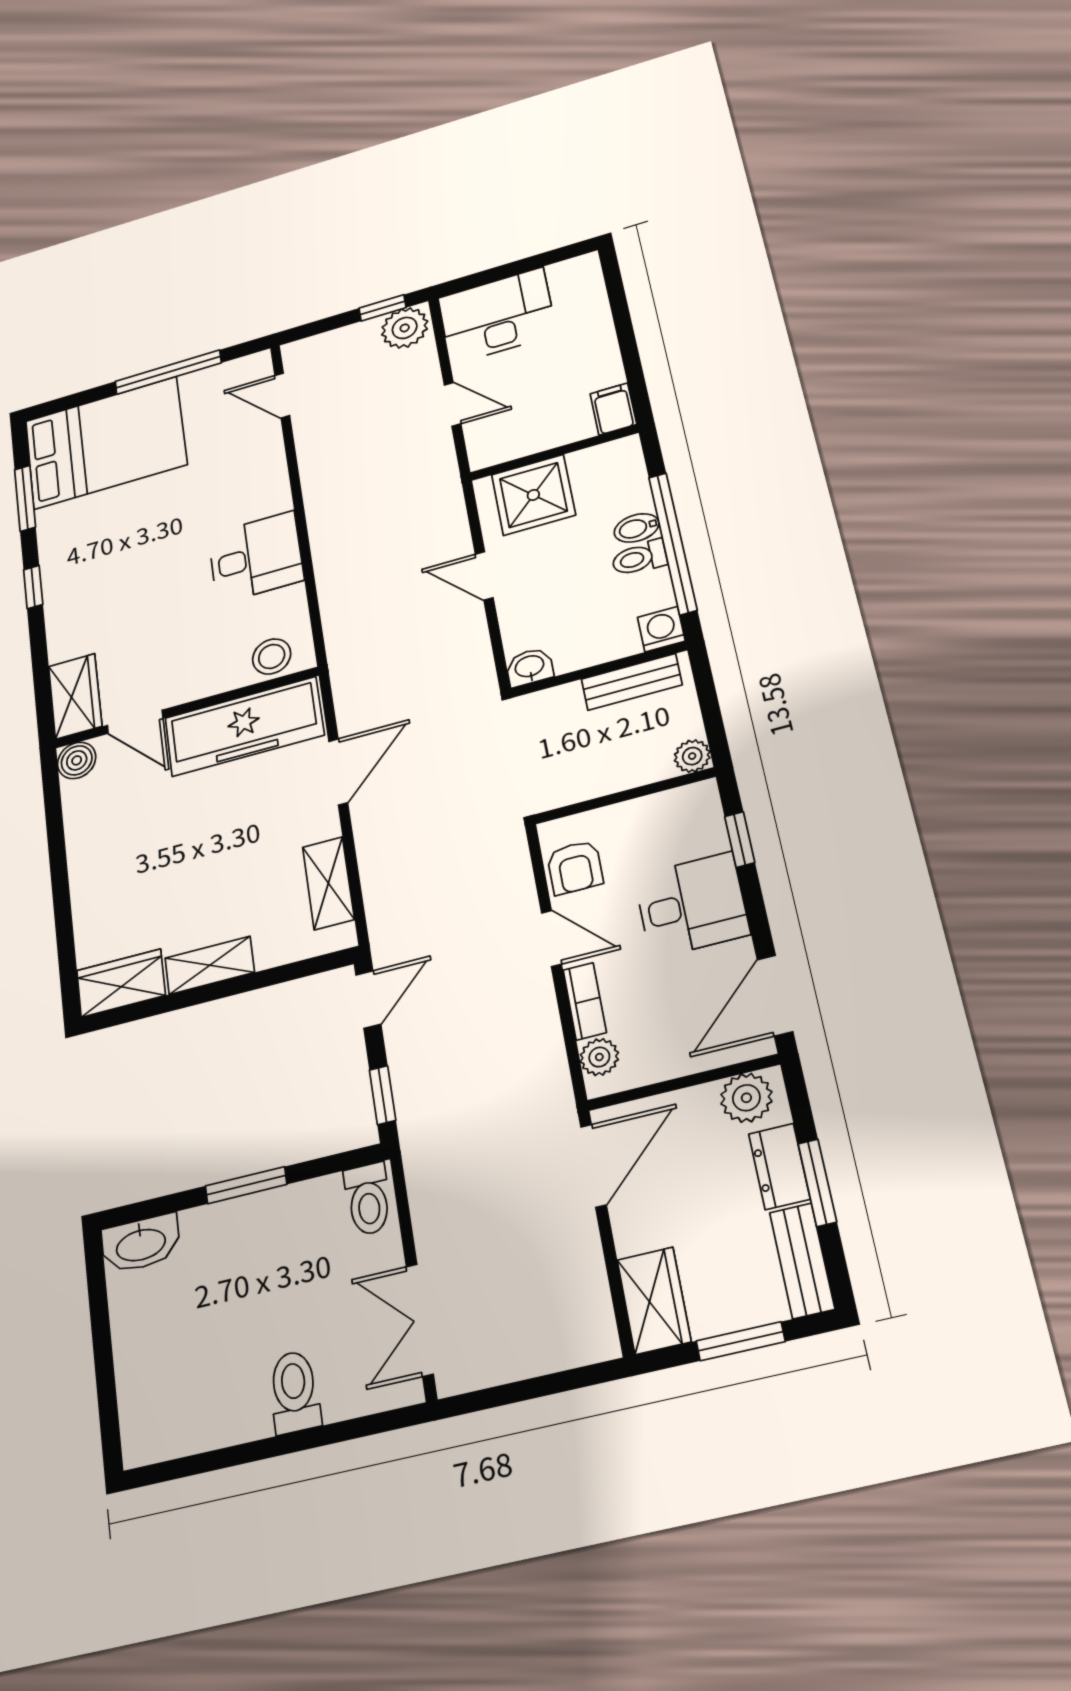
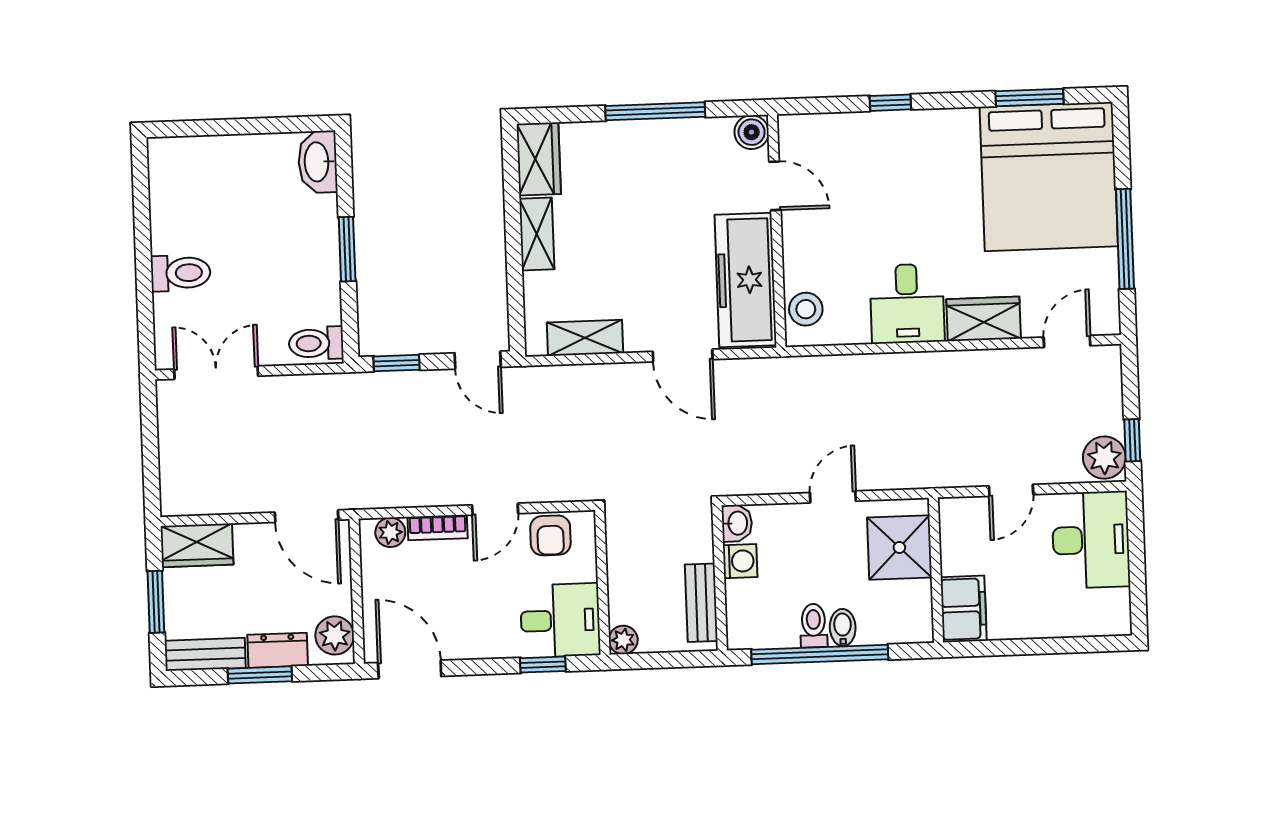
filing cabinet: (613, 409) -> (964, 609), width x2.00
bed: (105, 443) -> (1049, 177), width x1.36
window: (33, 587) -> (890, 103), moved
washing machine: (661, 629) -> (740, 561), moved
wardrobe: (75, 696) -> (984, 319), moved, turned 180
door: (135, 722) -> (775, 186), swing flipped
window: (59, 867) -> (655, 111), added
armchair: (575, 867) -> (550, 535), turned -90
desk: (692, 905) -> (560, 620), moved, turned -90

